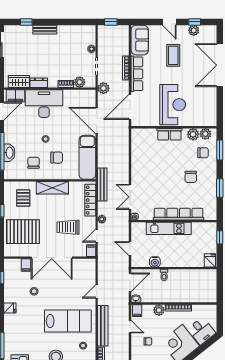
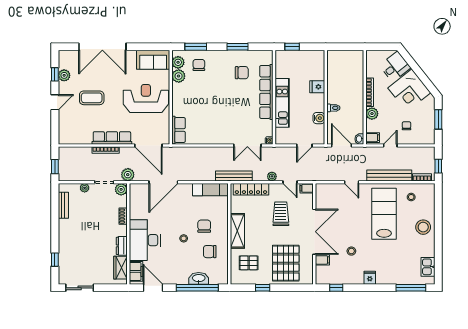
bench: (45, 30) -> (63, 205), moved
sofa: (140, 40) -> (153, 60), moved, turned 180
plant: (80, 82) -> (121, 189), moved
row of seats: (169, 134) -> (178, 130), moved
exam couch: (87, 157) -> (210, 190), width x0.73, depth x0.69
chair: (191, 177) -> (242, 73), moved
trolley: (68, 227) -> (281, 214), turned 180
fridge: (210, 260) -> (317, 87), moved

